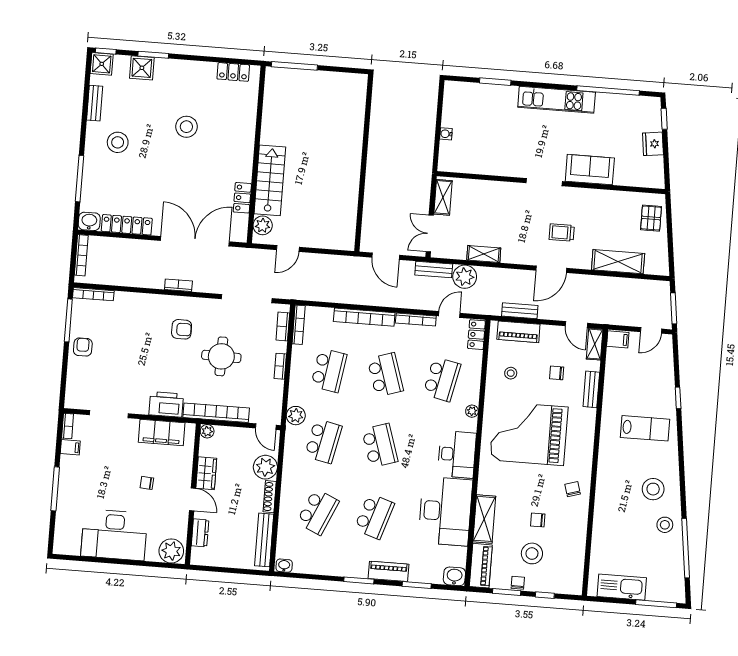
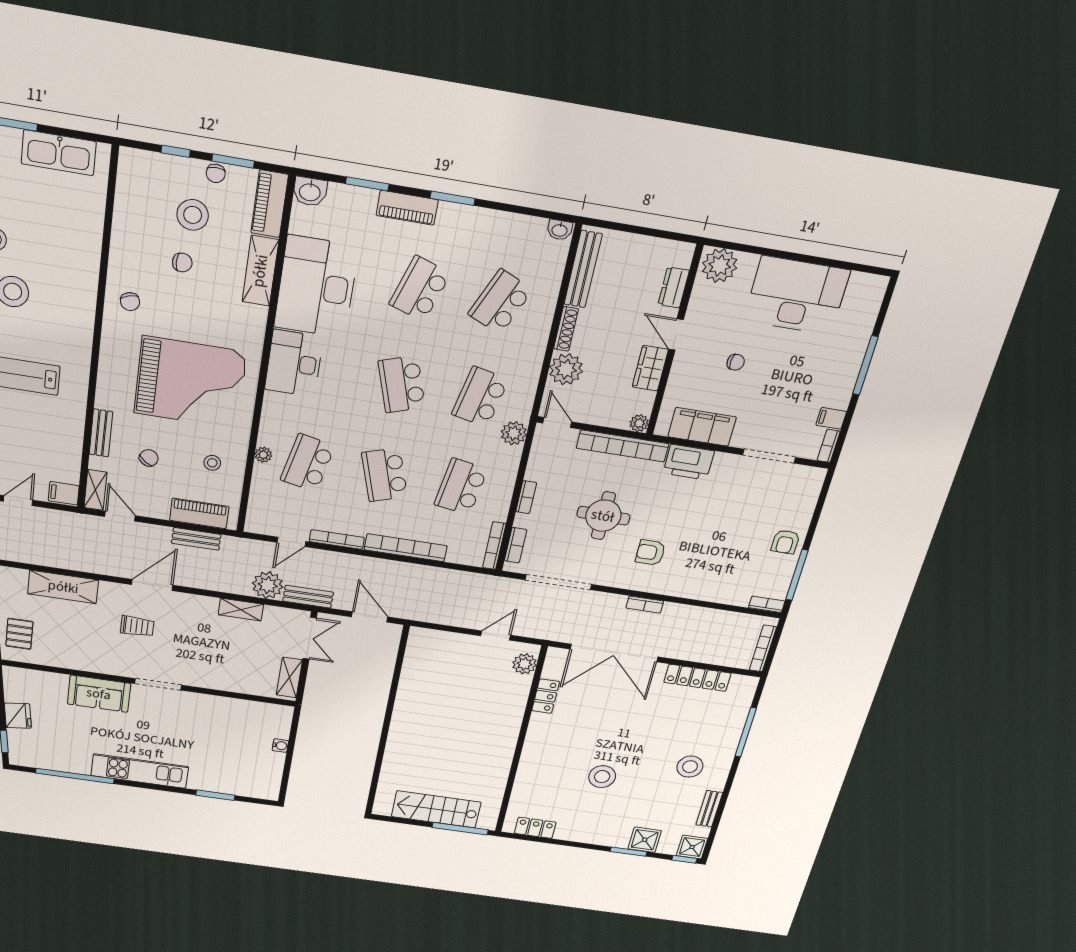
stairs: (270, 180) -> (436, 809), moved, turned 90
washbasin: (89, 221) -> (744, 685), removed
bookcase: (93, 294) -> (767, 604), width x0.64
locker: (476, 335) -> (256, 515), removed
chair: (557, 373) -> (149, 458), turned -54
plant: (472, 411) -> (263, 455), moved

